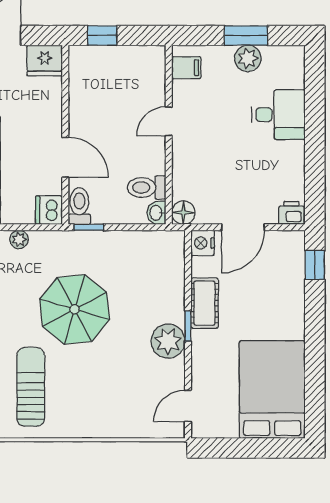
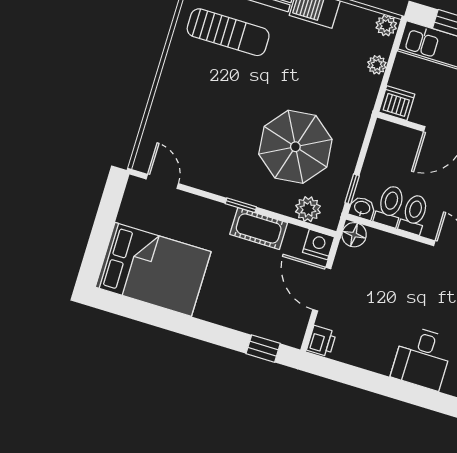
toilet: (79, 206) -> (414, 214), moved, turned -90
window: (89, 227) -> (352, 189), moved
parasol: (75, 309) -> (295, 147), moved
plant: (168, 341) -> (308, 209), moved, width x0.73, depth x0.73

